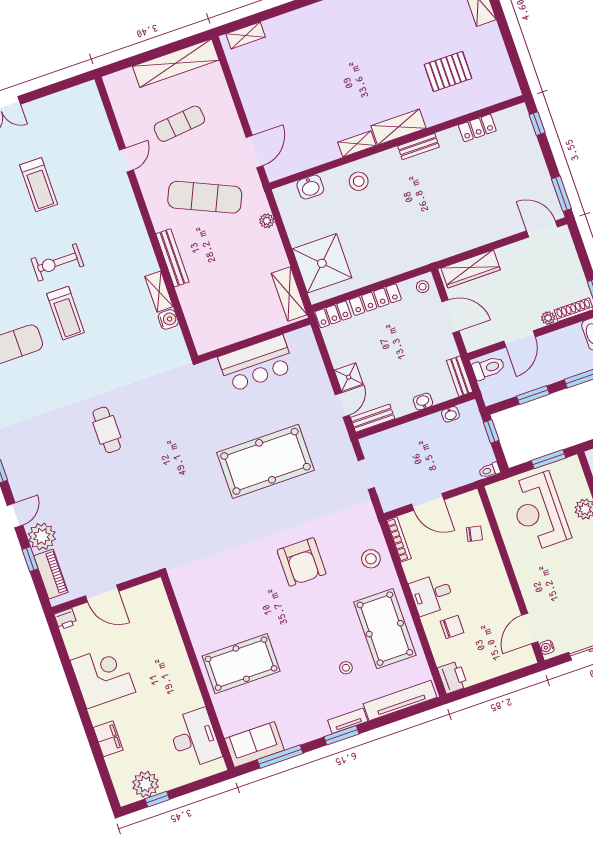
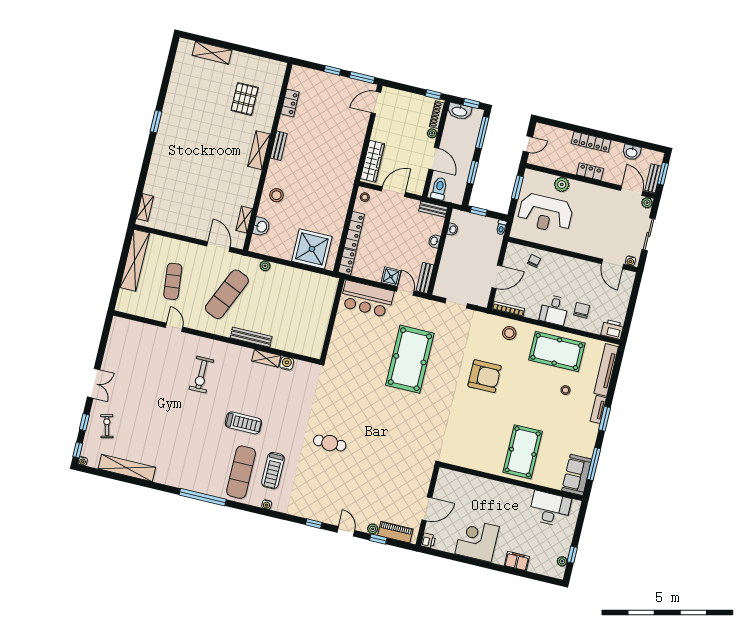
window: (537, 124) -> (332, 70), moved
shelving: (357, 144) -> (244, 220), moved
treadmill: (39, 185) -> (273, 471), moved, turned 90
exercise bike: (57, 262) -> (201, 375), moved
shelving: (289, 294) -> (318, 280), removed
bar counter: (256, 364) -> (367, 299), moved, turned 90
plant: (42, 537) -> (373, 529), width x0.53, depth x0.53
plant: (146, 784) -> (562, 561), width x0.53, depth x0.53

